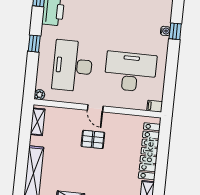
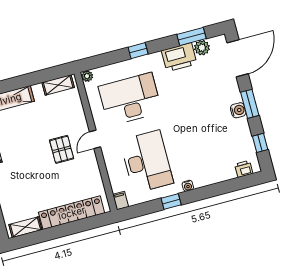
water cooler: (165, 31) -> (188, 186), moved
window: (175, 31) -> (171, 202), moved

